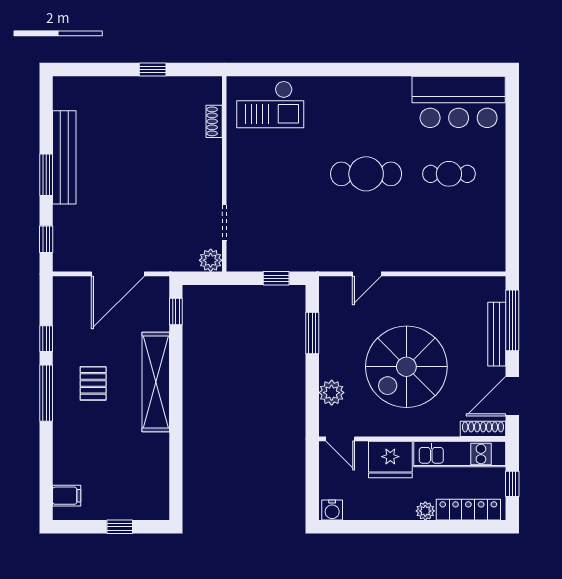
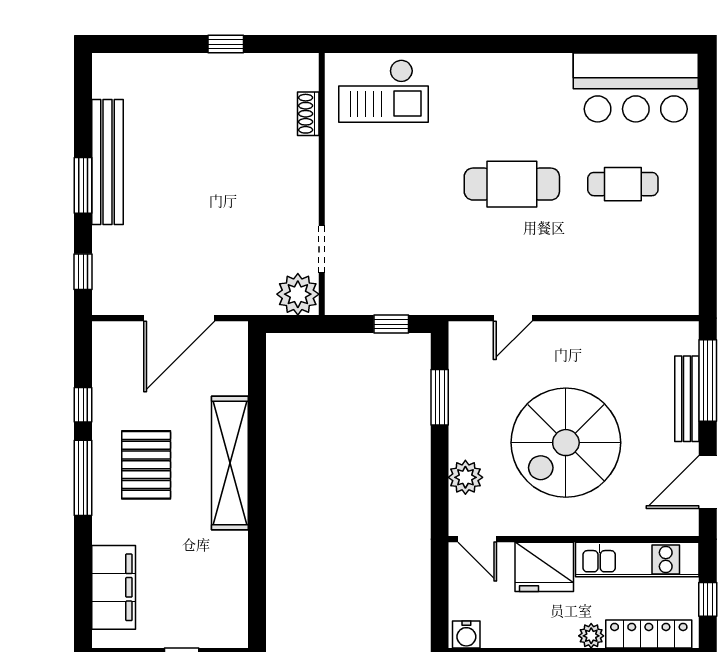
plant: (211, 260) -> (298, 294), width x1.36, depth x1.36
window: (176, 311) -> (257, 368), removed
pallet: (93, 383) -> (146, 465), width x1.50, depth x1.42
shoe rack: (483, 429) -> (669, 526), removed
filing cabinet: (67, 496) -> (114, 587), width x3.00, depth x1.17

